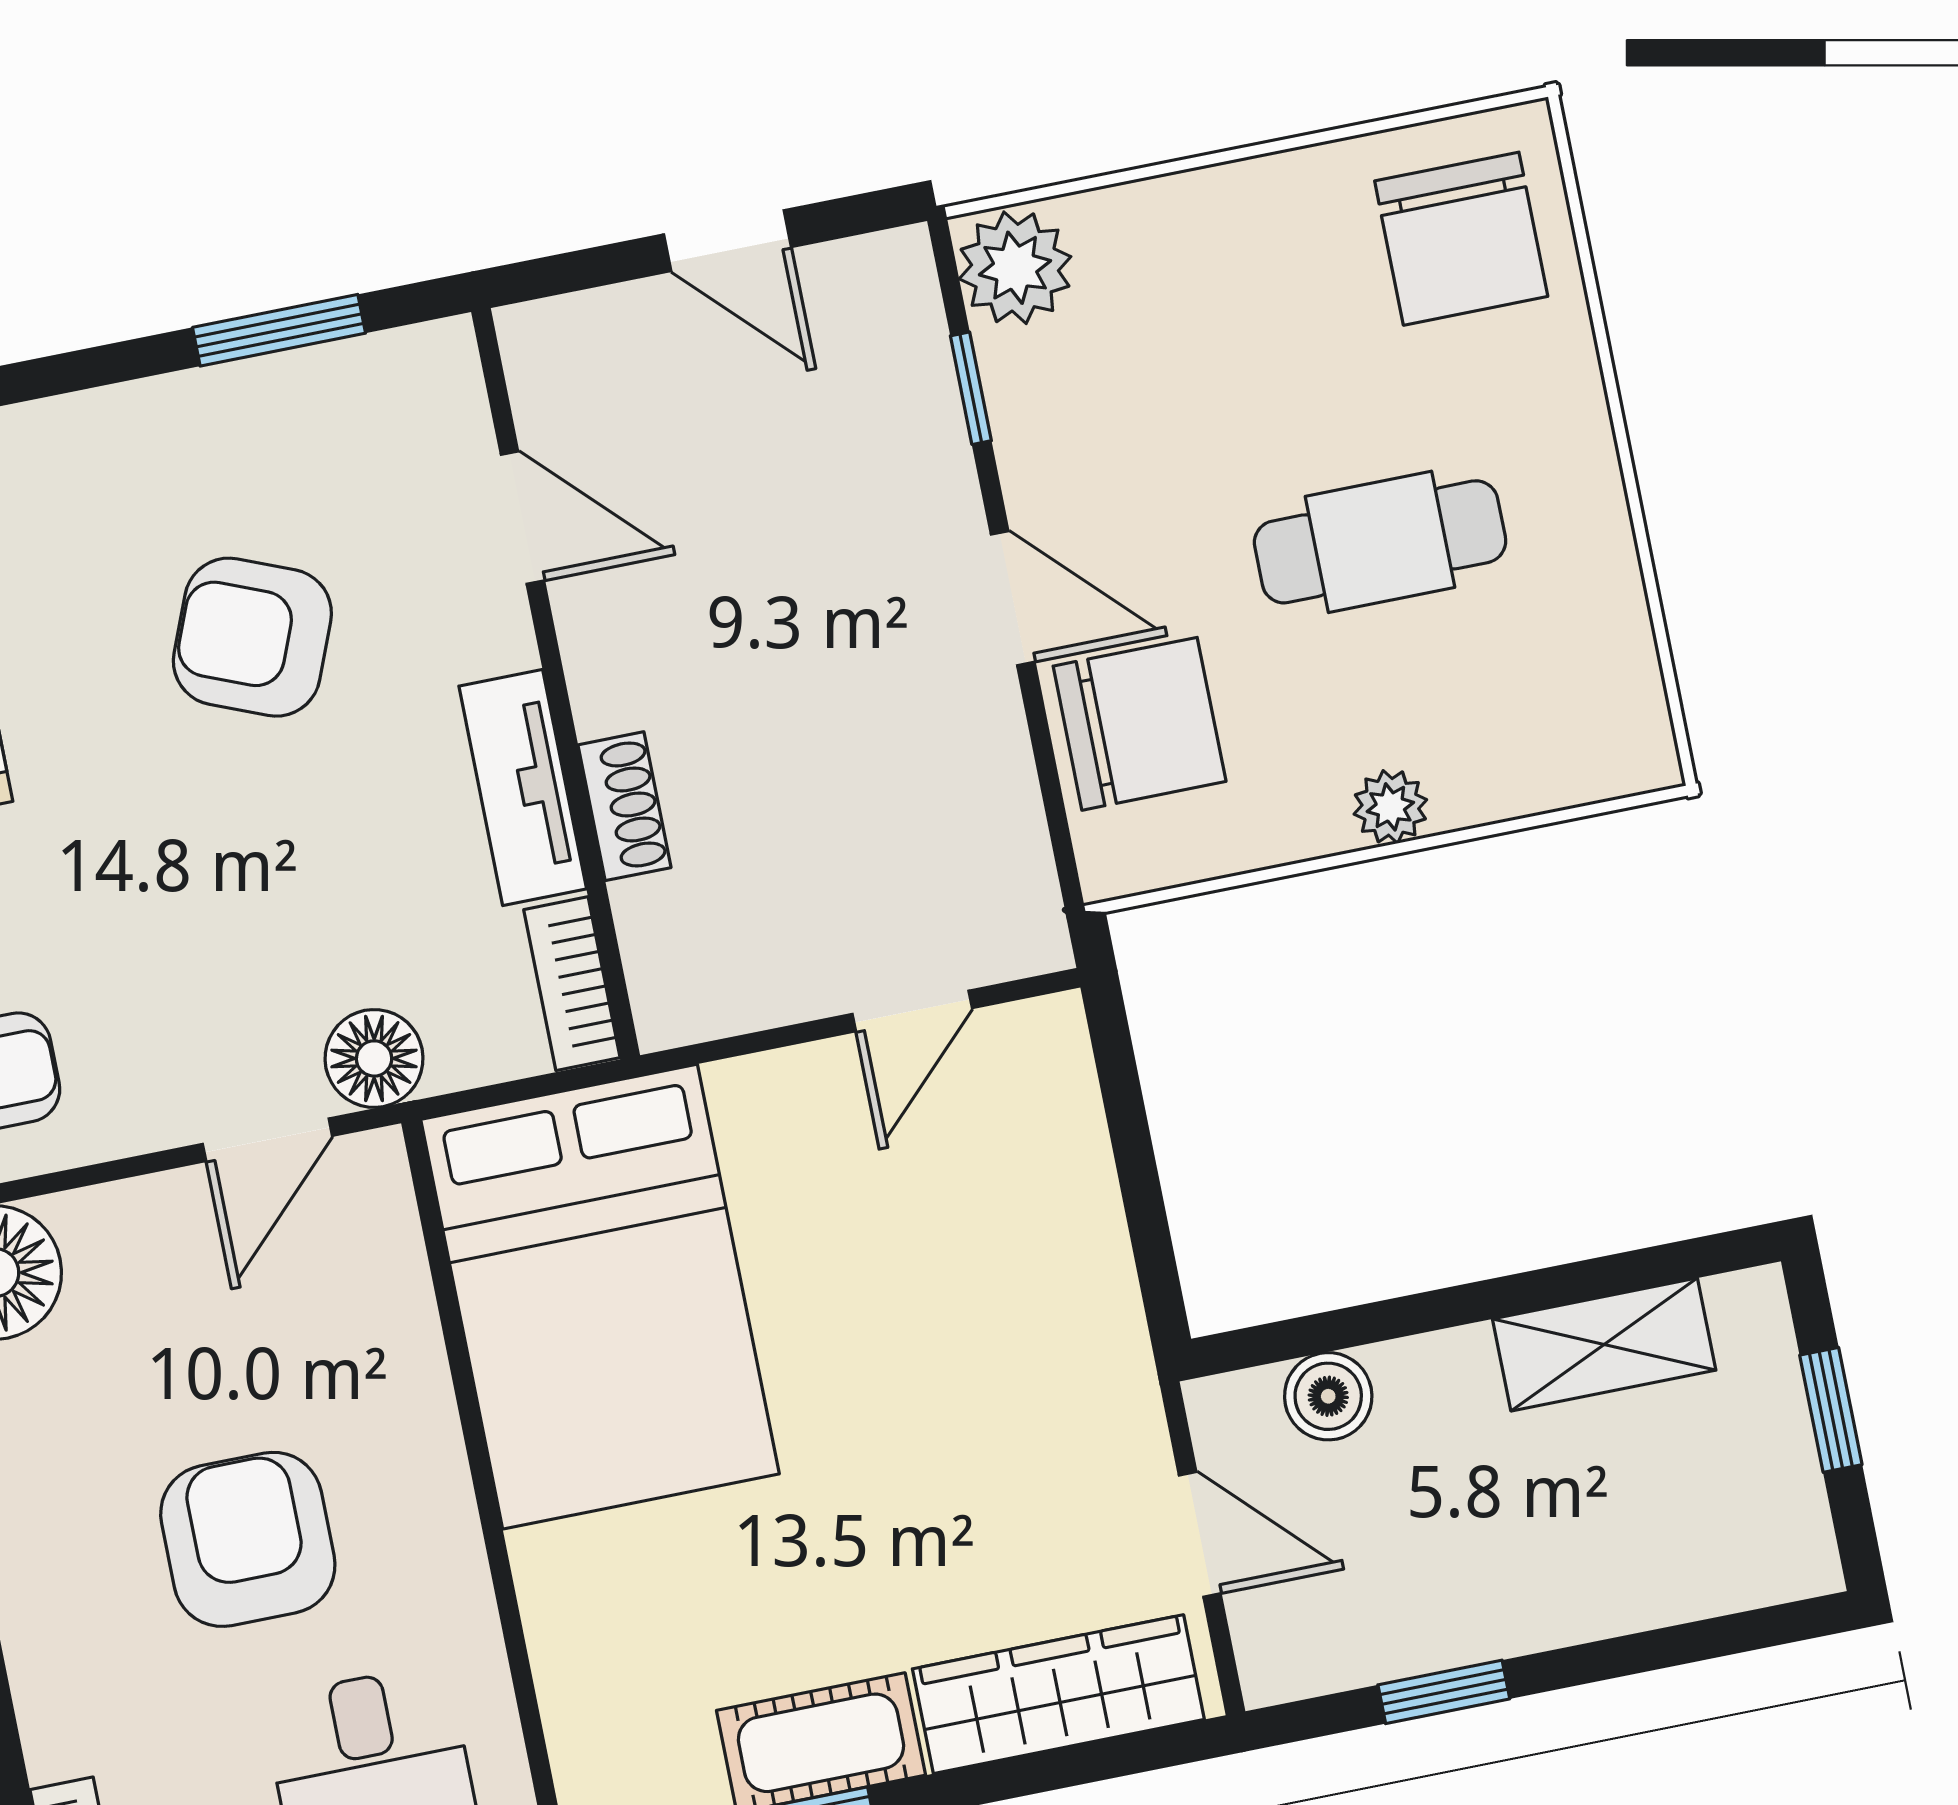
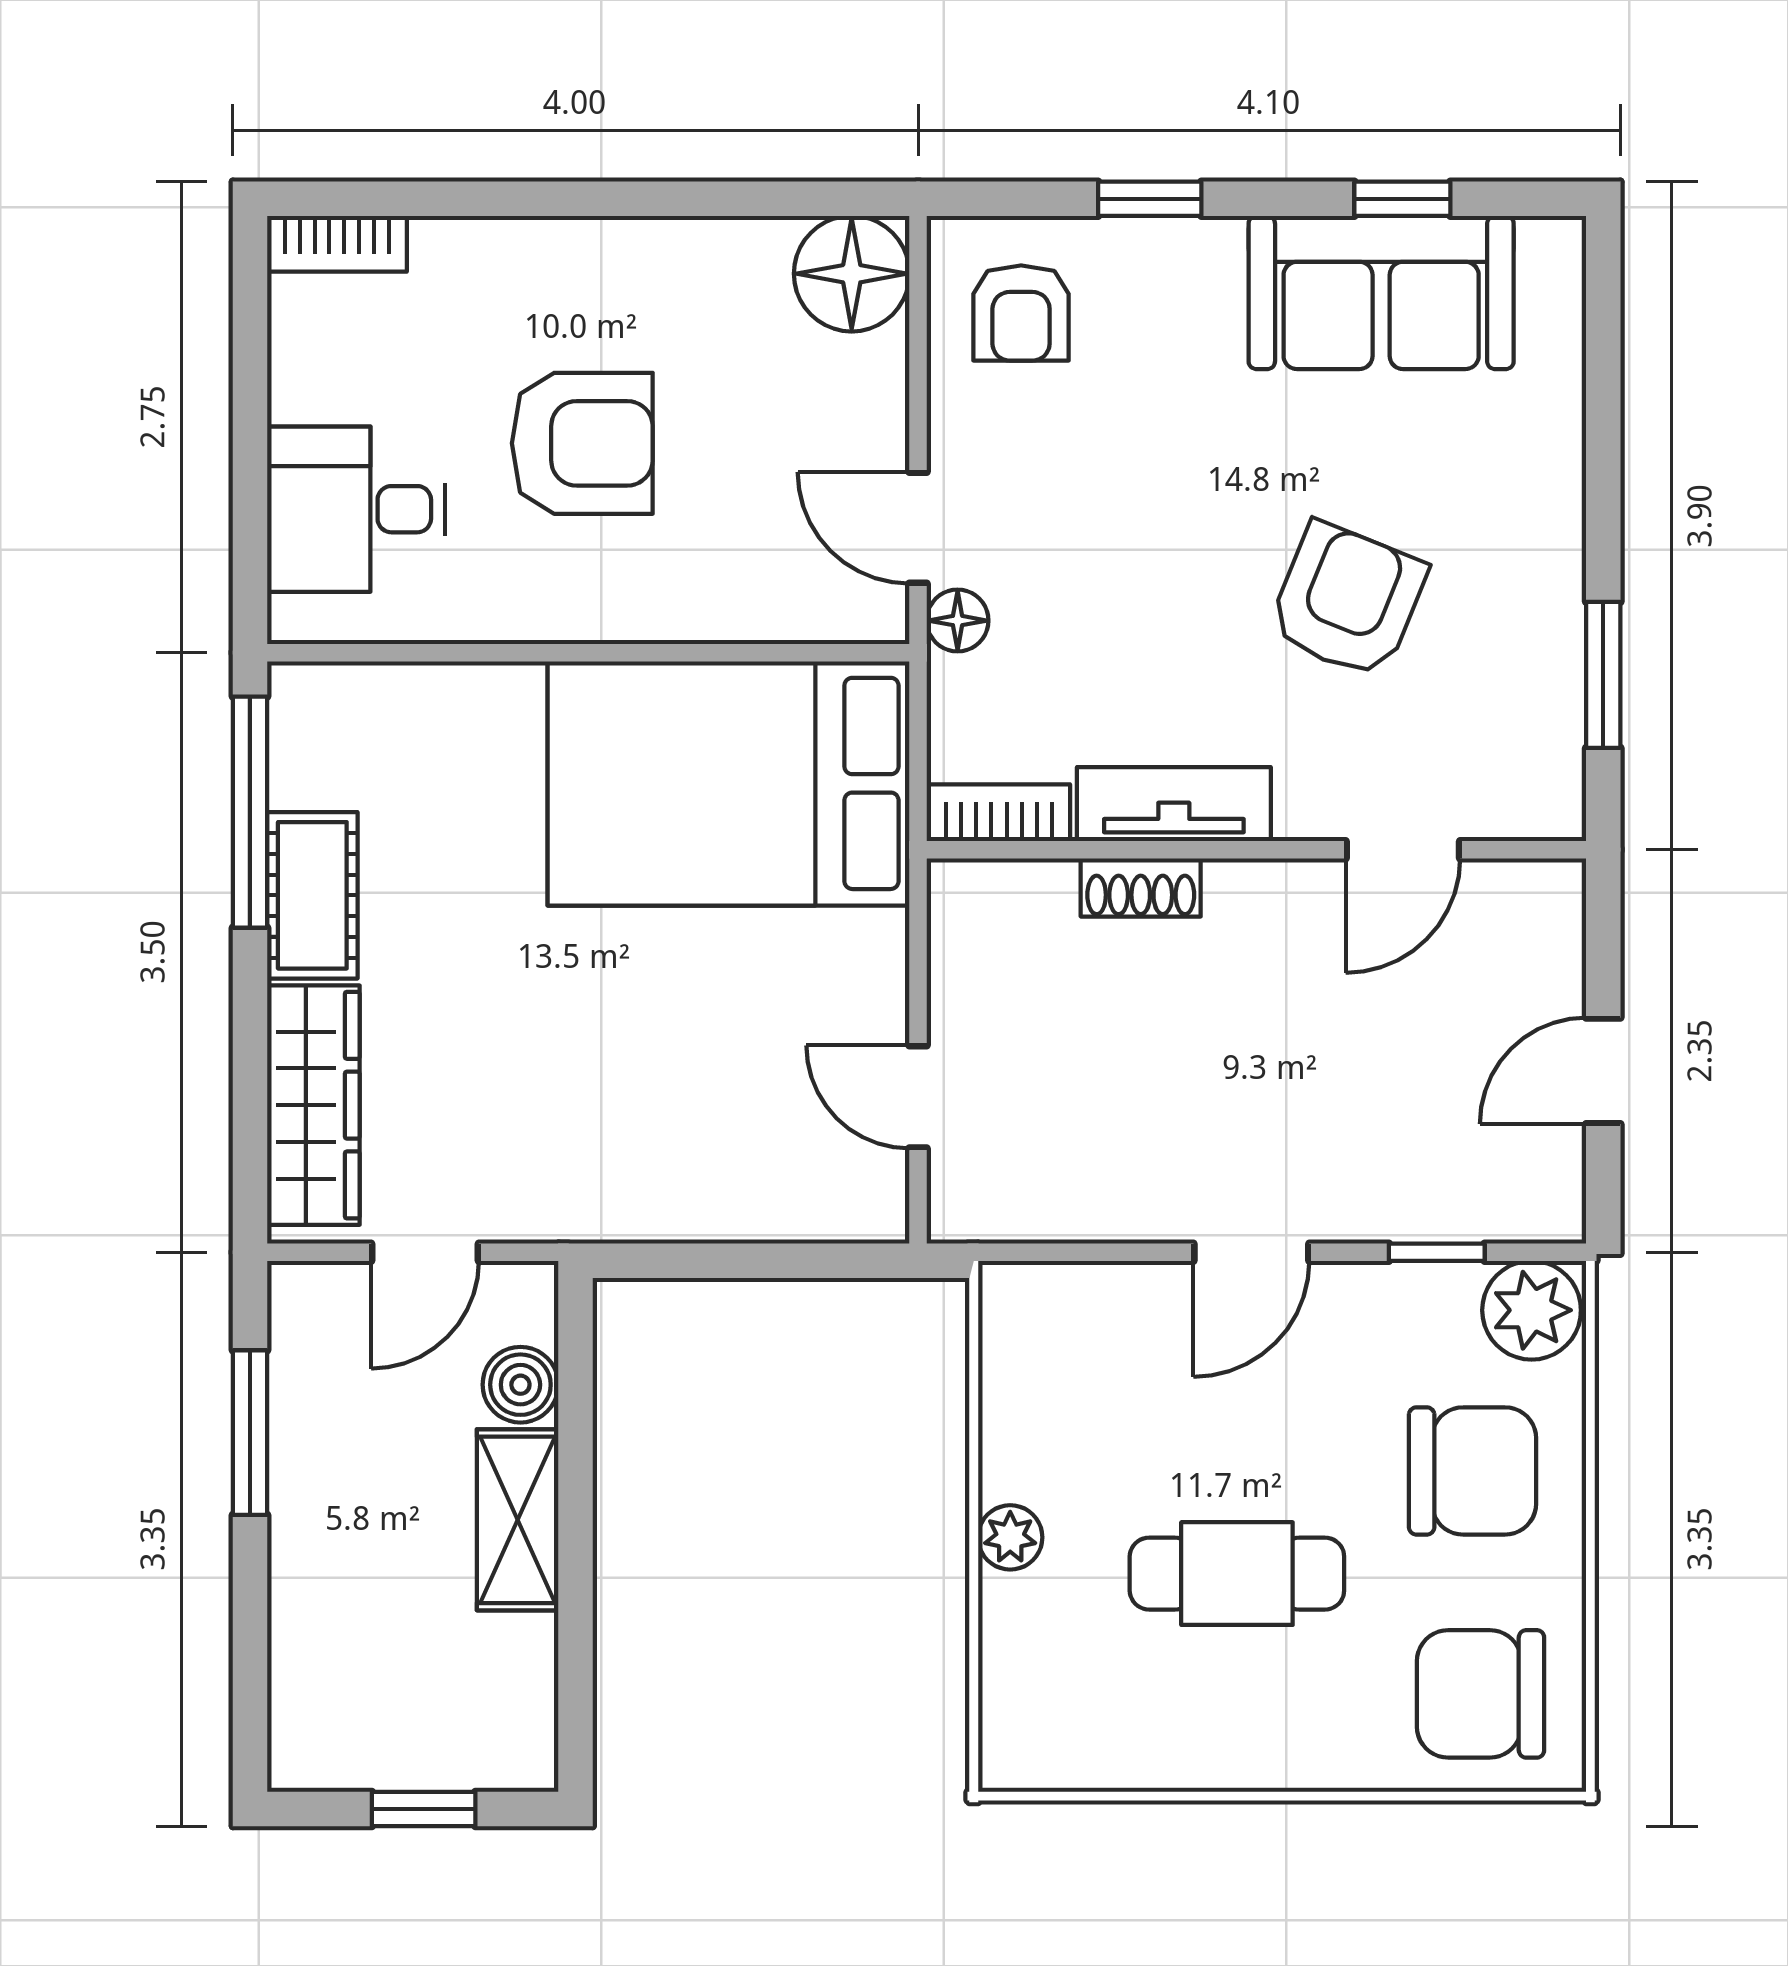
cafe table: (1380, 542) -> (1237, 1574), turned 90
chair: (1140, 724) -> (1473, 1471), moved, turned -90
floor lamp: (374, 1058) -> (958, 621), width x0.73, depth x0.73
shelving: (1604, 1344) -> (518, 1520), moved
window: (1444, 1692) -> (250, 1433), width x1.50

